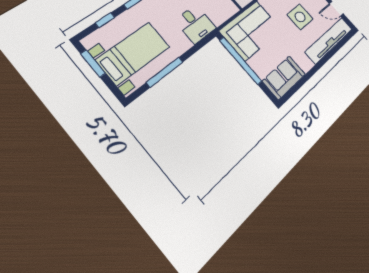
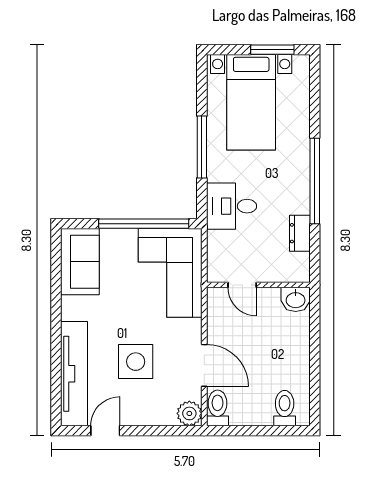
window: (105, 20) -> (315, 101), removed
window: (165, 72) -> (202, 147), moved

